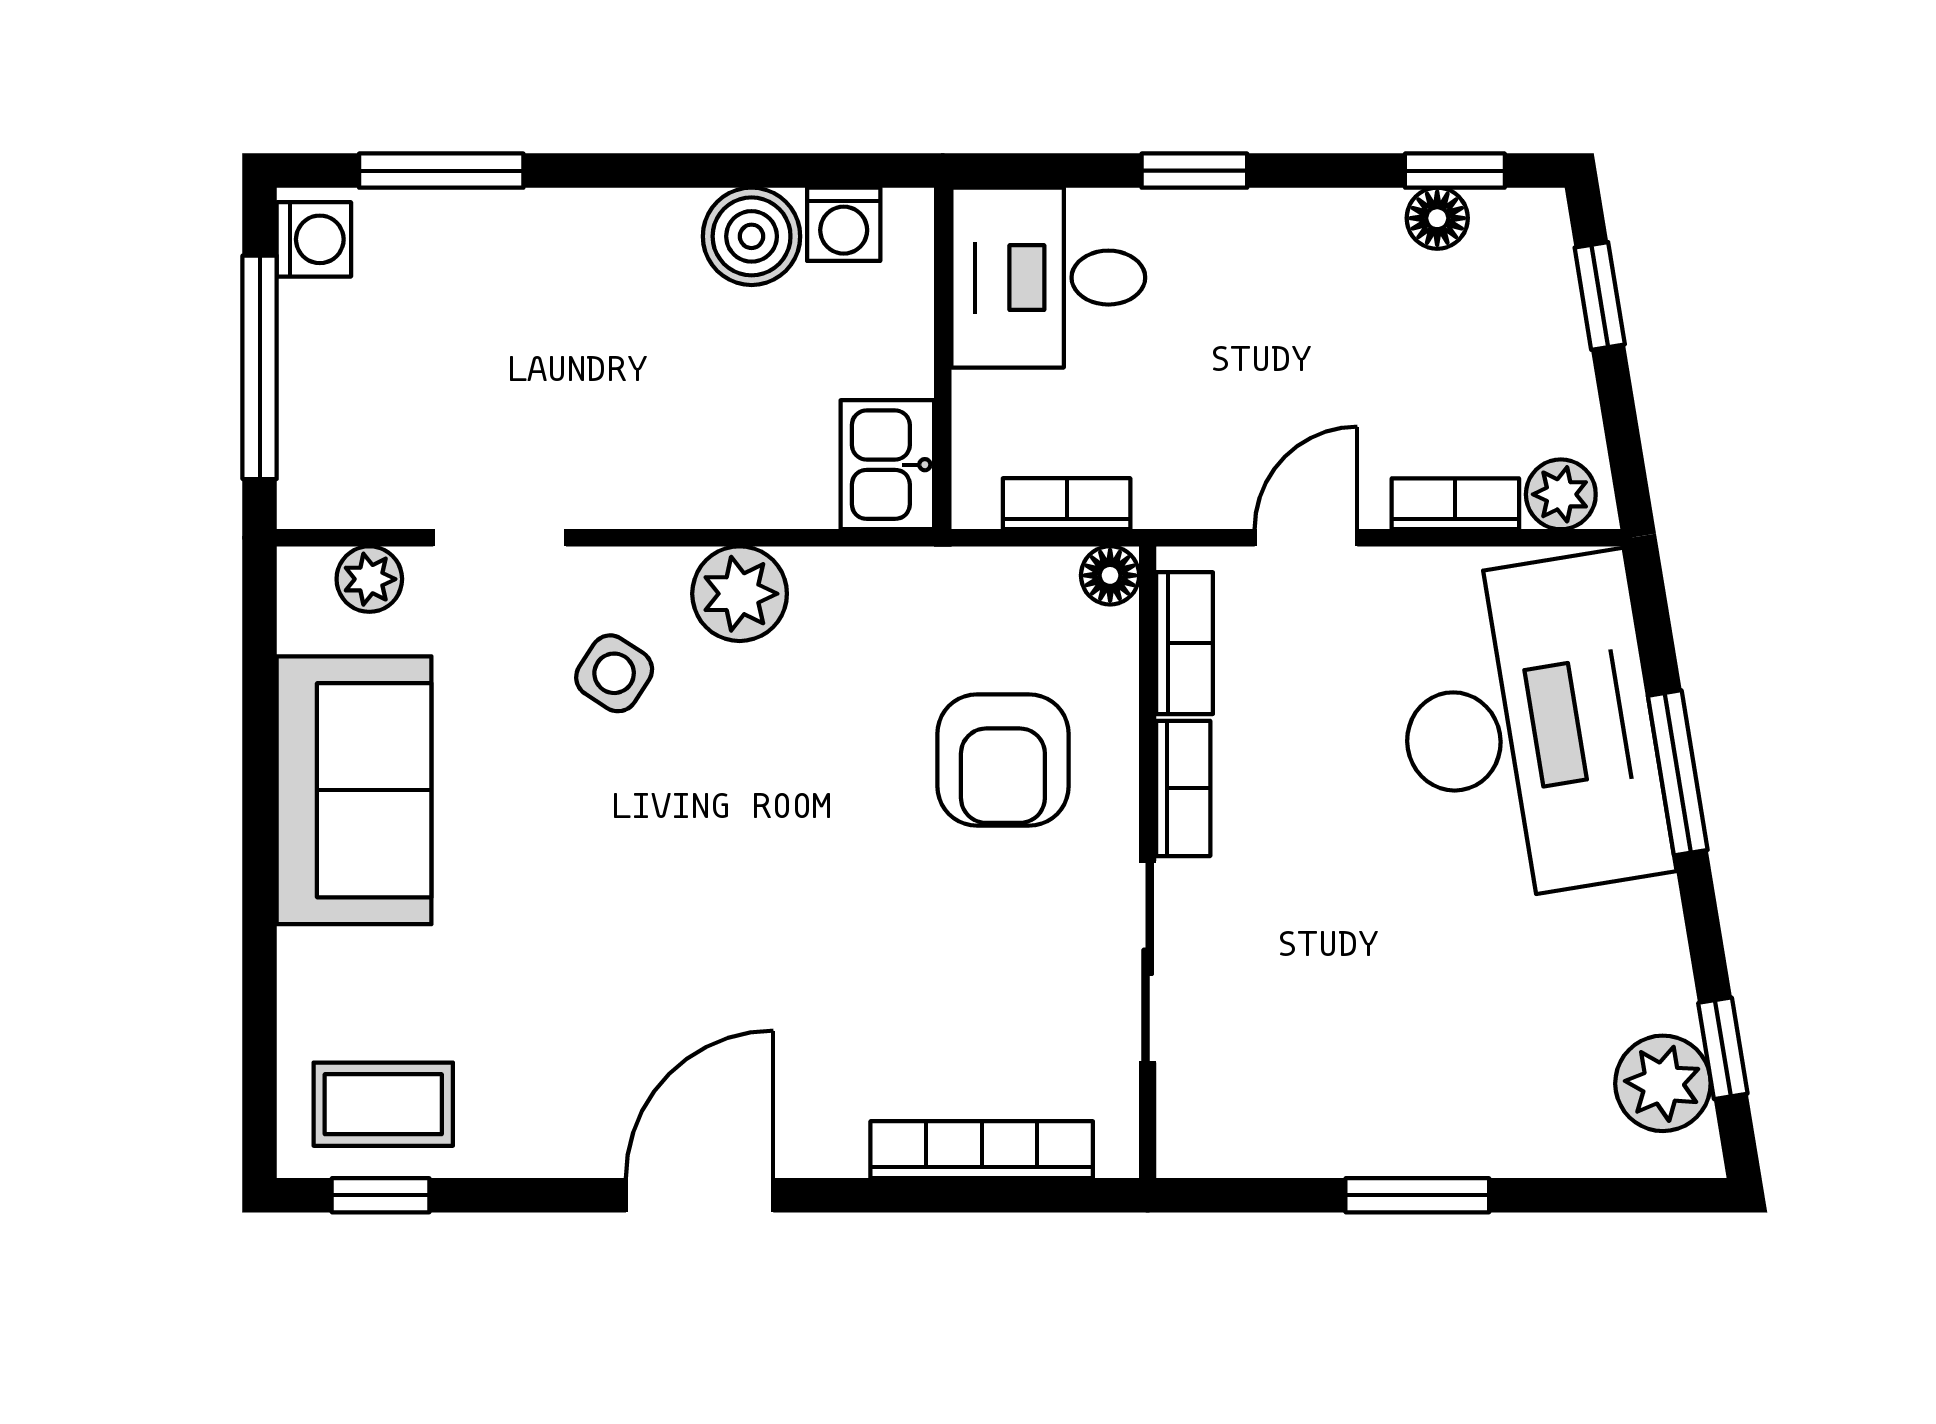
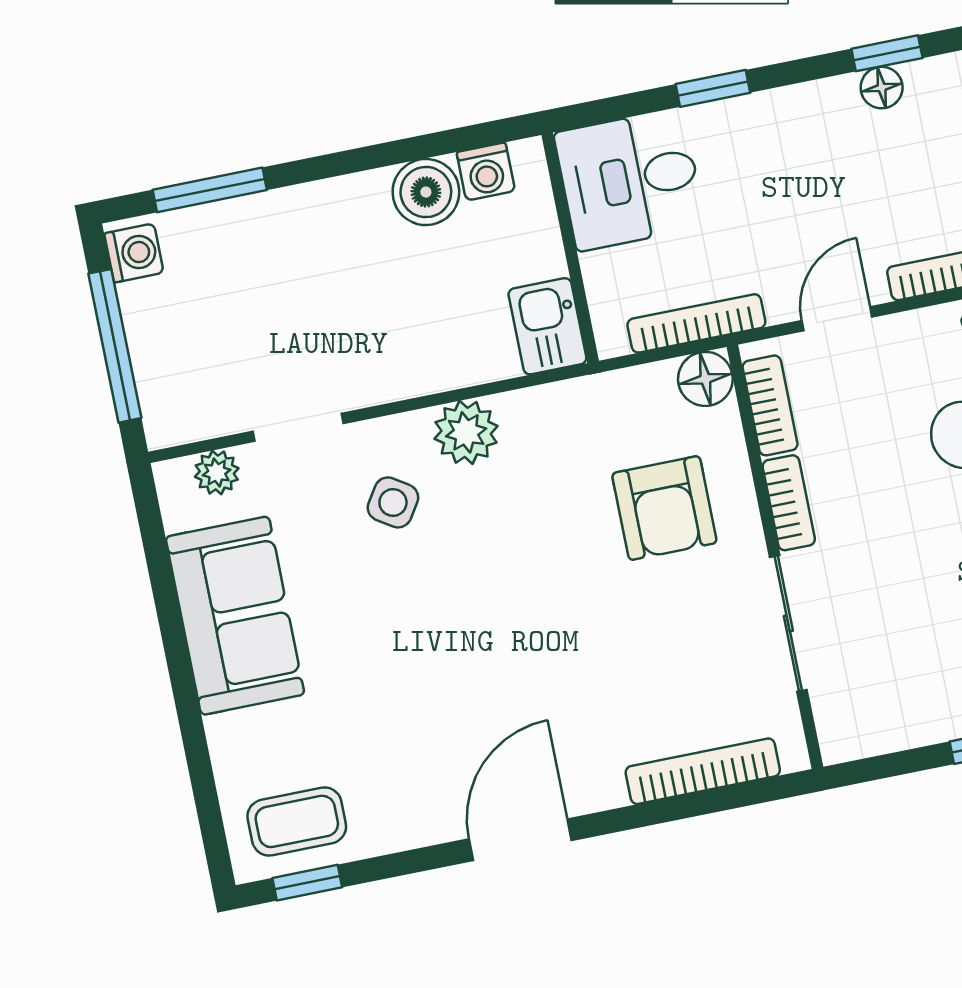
bookcase: (1067, 504) -> (696, 323), width x1.56
floor lamp: (1110, 575) -> (705, 379), width x1.37, depth x1.37

